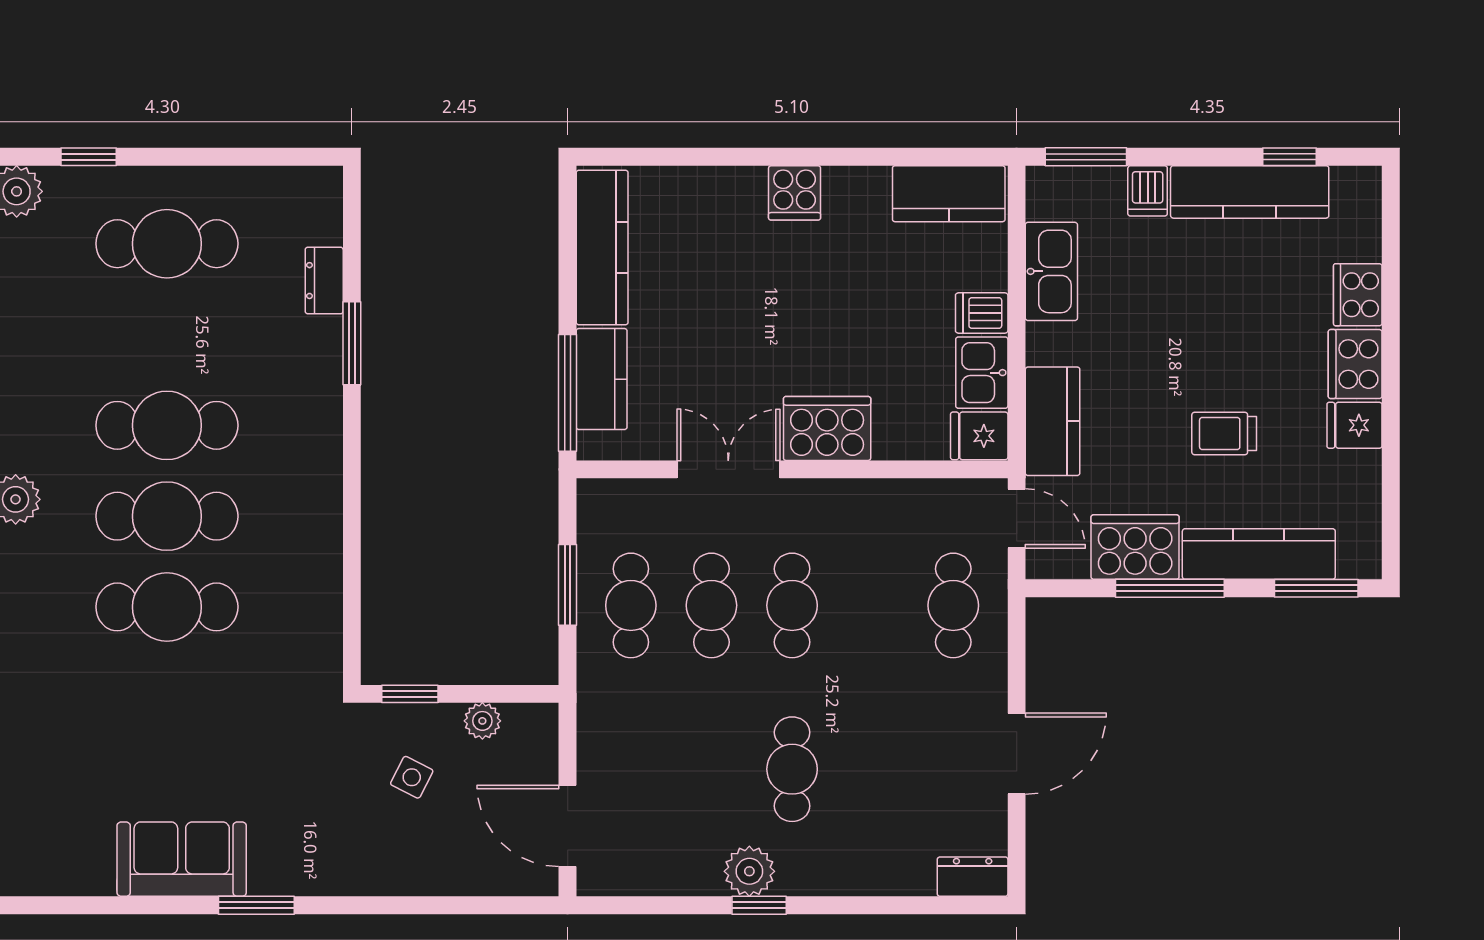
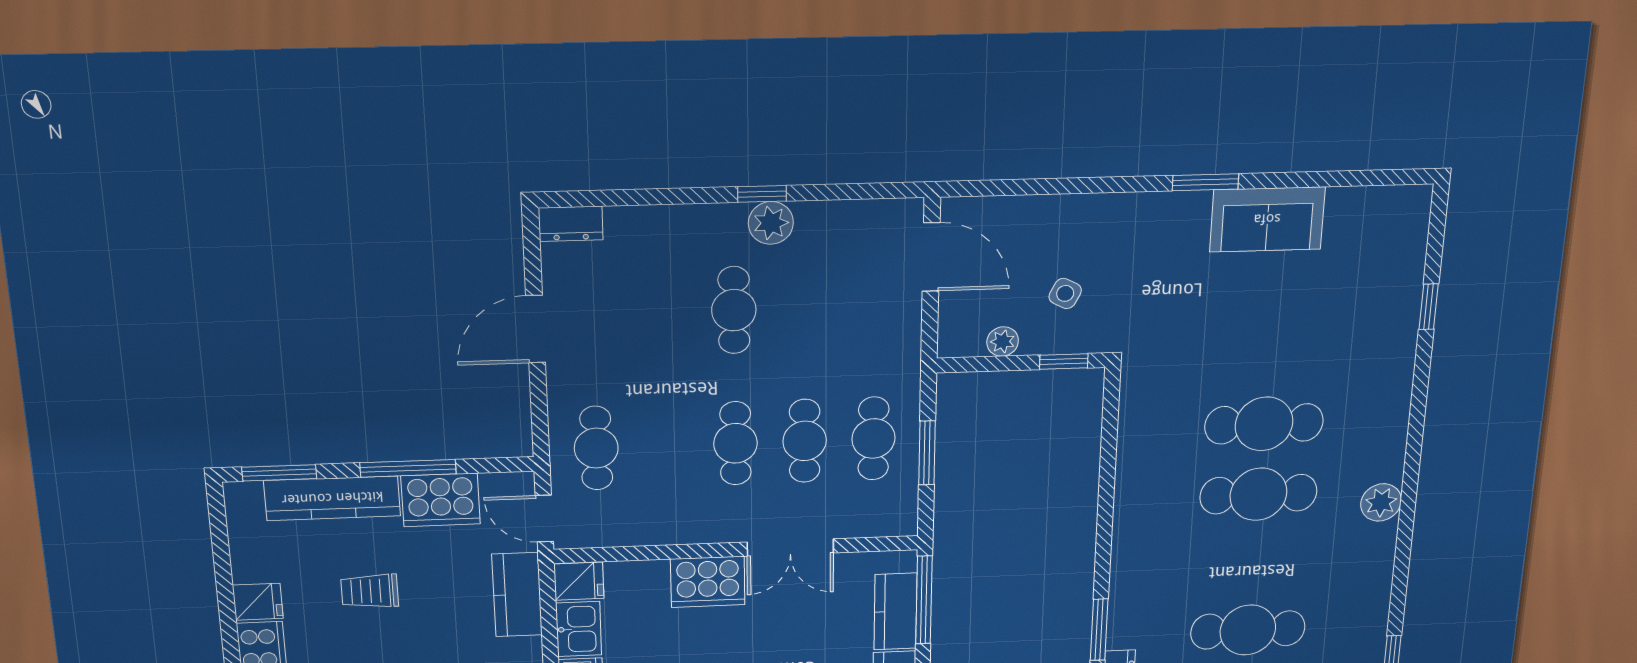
cafe table: (167, 425) -> (1248, 630), moved
trolley: (1224, 434) -> (370, 591), turned 180

